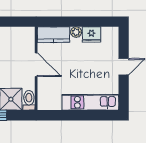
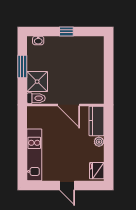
fridge: (91, 34) -> (97, 171), moved
door: (36, 65) -> (69, 105), hinge flipped

